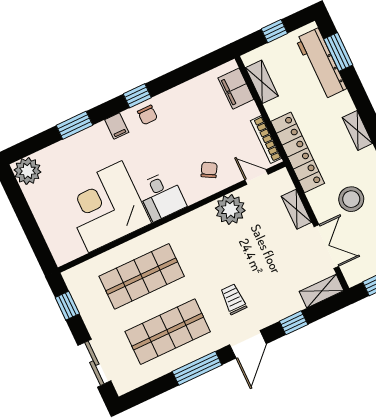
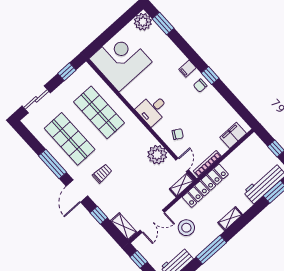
shelving: (262, 82) -> (242, 150), removed
window: (74, 125) -> (163, 24), moved
corner desk: (105, 207) -> (121, 60), moved
shelving: (296, 209) -> (182, 185), moved
door: (248, 344) -> (77, 191), hinge flipped

